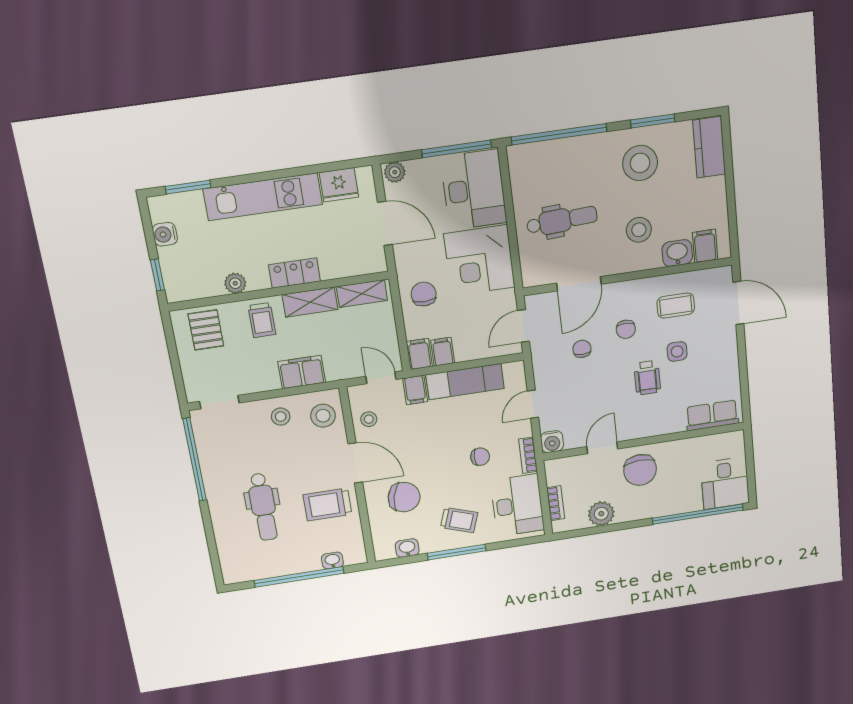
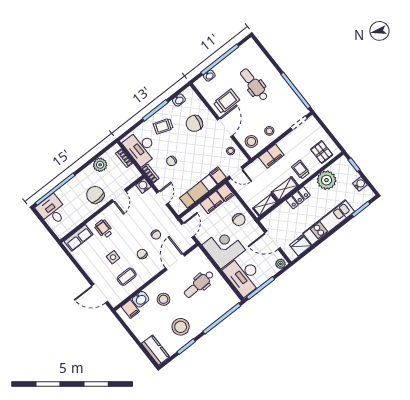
plant: (235, 283) -> (327, 180), width x1.87, depth x1.87
filing cabinet: (443, 352) -> (212, 202), width x2.00
wheelchair: (647, 378) -> (104, 229), moved
door: (355, 463) -> (225, 127), swing flipped

